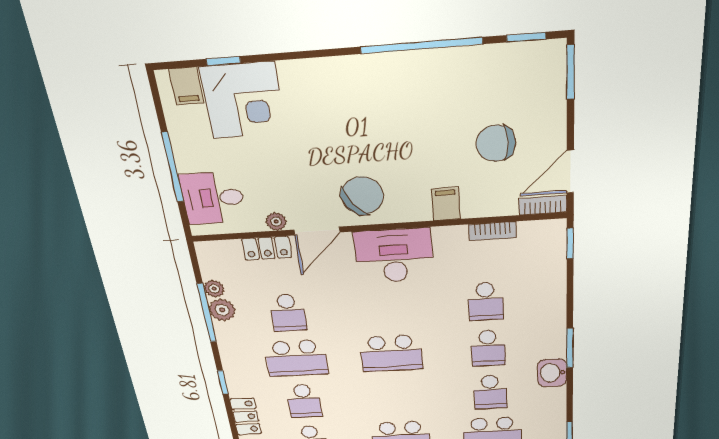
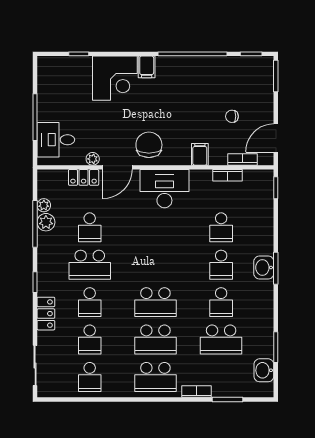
filing cabinet: (186, 86) -> (147, 67), moved
corner desk: (243, 100) -> (115, 78), moved
chair: (496, 143) -> (232, 116), width x0.54, depth x0.54
chair: (362, 196) -> (149, 145), turned -54
bookcase: (543, 205) -> (243, 159), moved
school desk: (391, 353) -> (155, 302), moved
washbasin: (552, 373) -> (264, 268), moved

